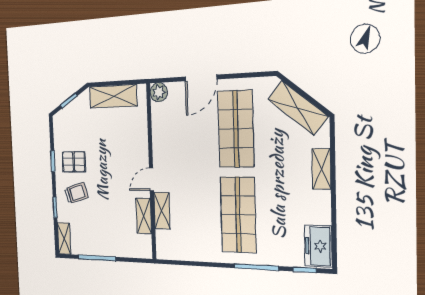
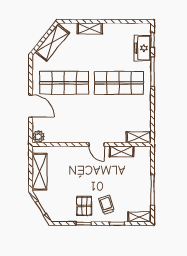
shelving: (162, 211) -> (139, 137), moved
freezer: (318, 246) -> (143, 48), moved, turned 90

